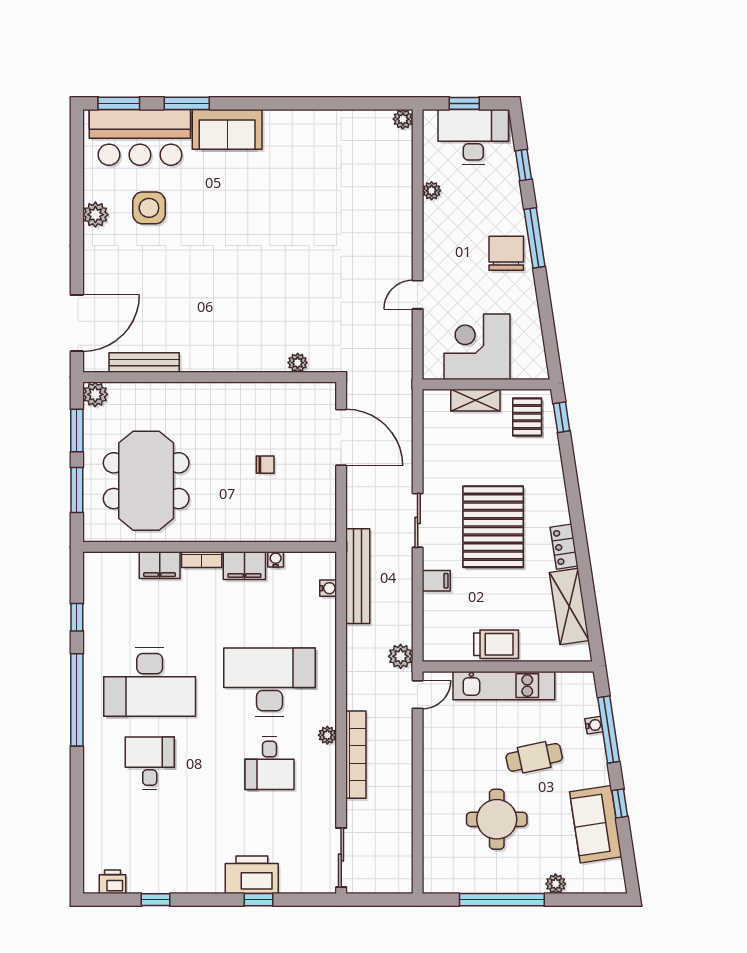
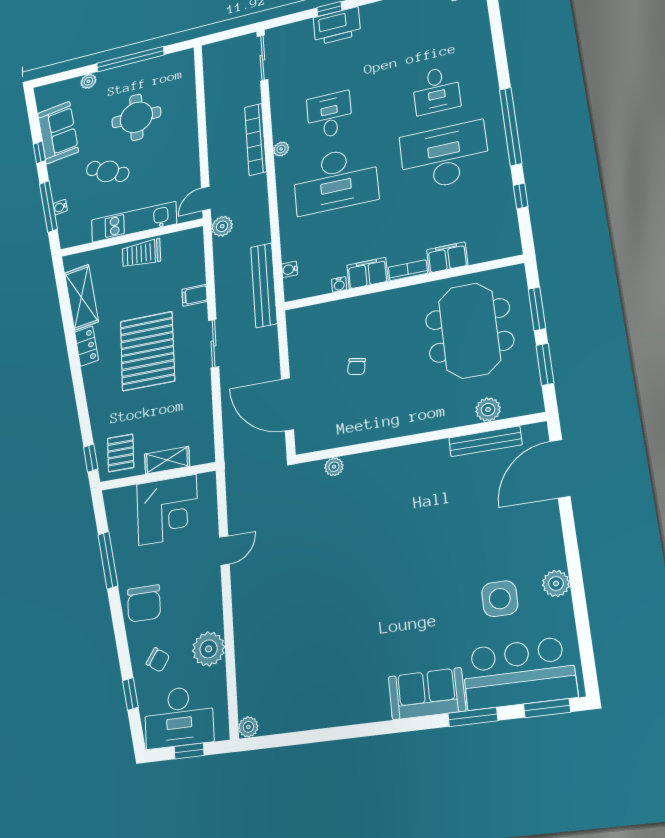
plant: (432, 191) -> (209, 649), width x1.88, depth x1.88
chair: (493, 195) -> (158, 660), added
window: (535, 238) -> (108, 560), moved
plant: (95, 394) -> (488, 410), moved
chair: (265, 465) -> (357, 367), turned -79
cafe table: (534, 757) -> (108, 171), turned 37

